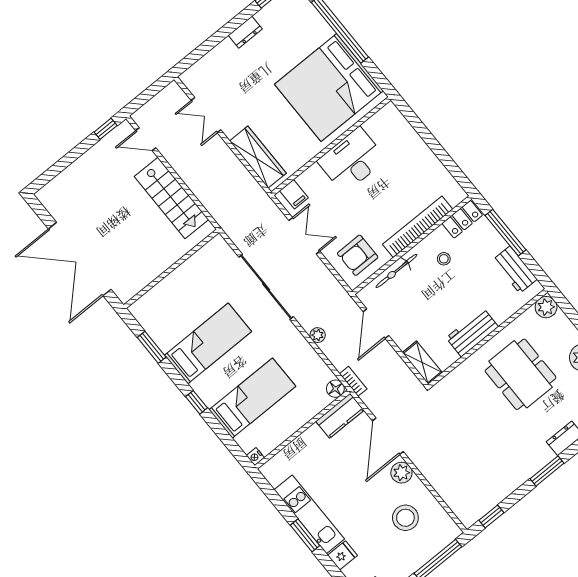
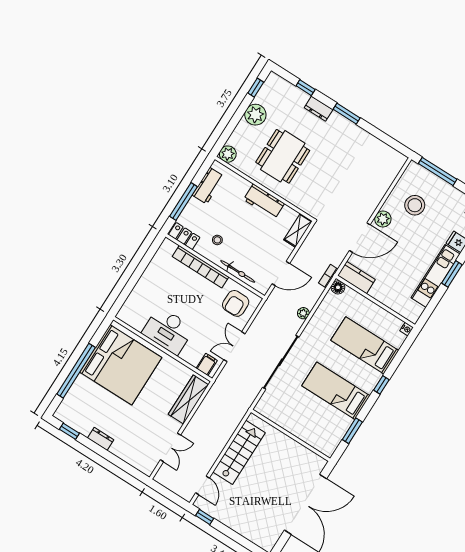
armchair: (358, 255) -> (236, 303), turned 90
window: (491, 516) -> (393, 143), removed

